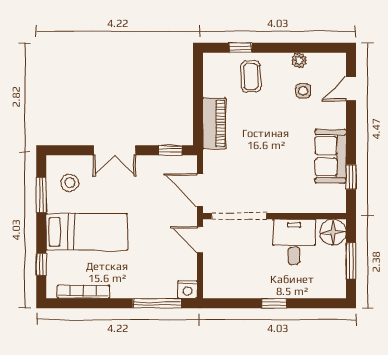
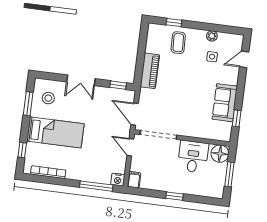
filing cabinet: (212, 287) -> (134, 180), added

